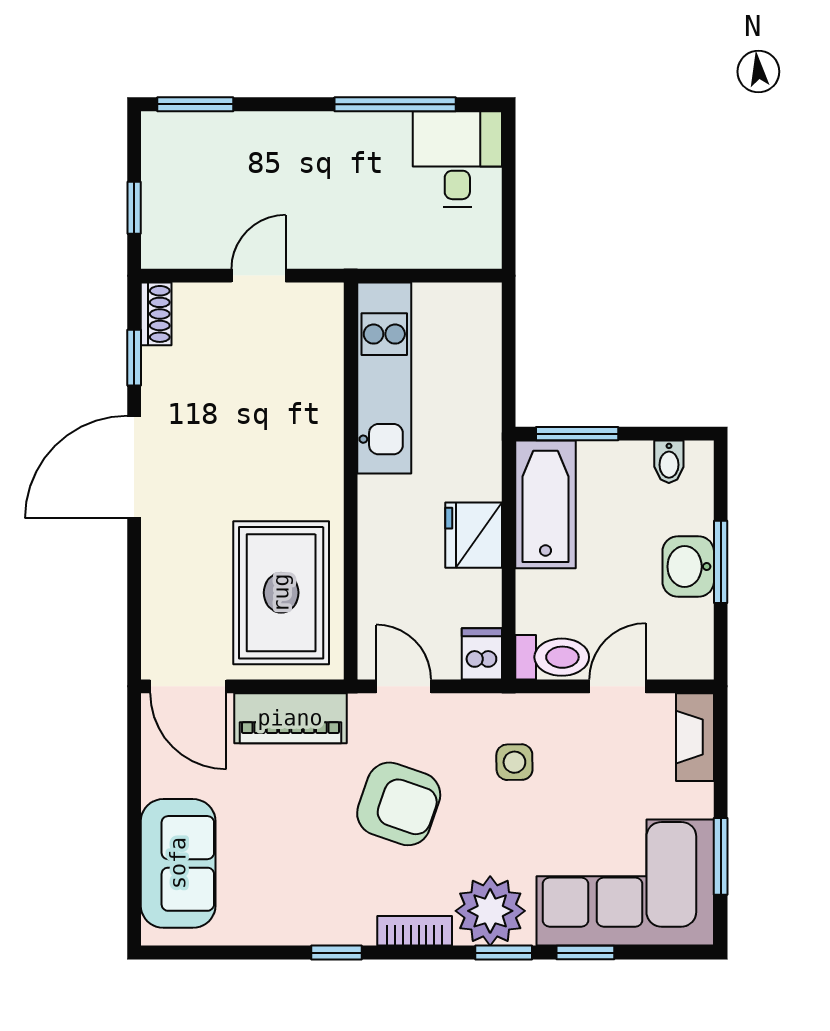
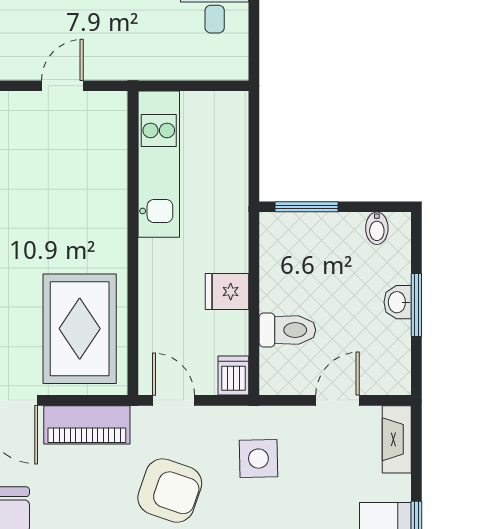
bathtub: (546, 504) -> (282, 261), removed
fridge: (474, 535) -> (227, 292), width x0.72
washbasin: (688, 567) -> (398, 302), width x0.72, depth x0.69
toilet: (552, 657) -> (287, 330), moved
side table: (514, 762) -> (258, 459), width x1.37, depth x1.37

